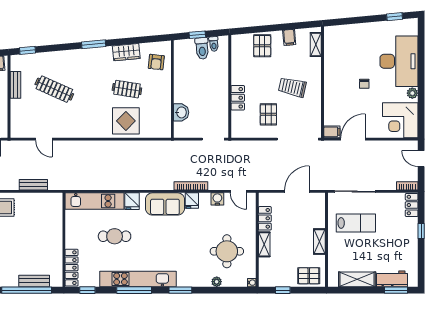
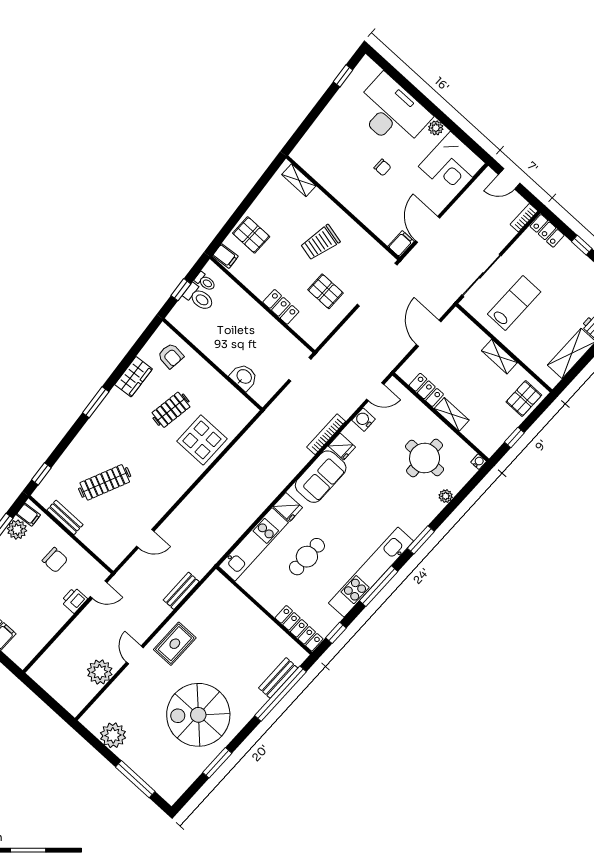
filing cabinet: (289, 37) -> (225, 256), moved

